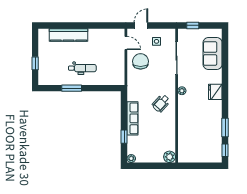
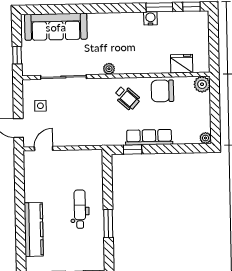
sofa: (213, 54) -> (56, 27), width x1.36
chair: (141, 61) -> (162, 91), moved
fridge: (215, 92) -> (182, 64), moved, turned 180
water cooler: (217, 121) -> (150, 18), added
window: (124, 137) -> (133, 149), moved

